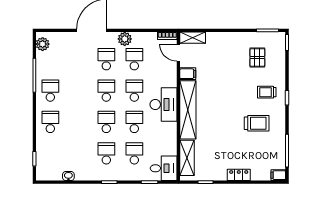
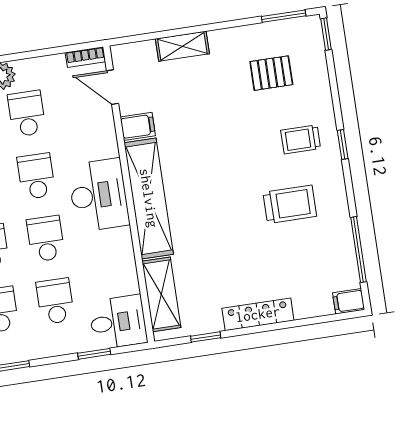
shelving: (193, 38) -> (182, 46), moved
pallet: (257, 57) -> (271, 73), turned 90
locker: (239, 175) -> (258, 314), width x1.53

